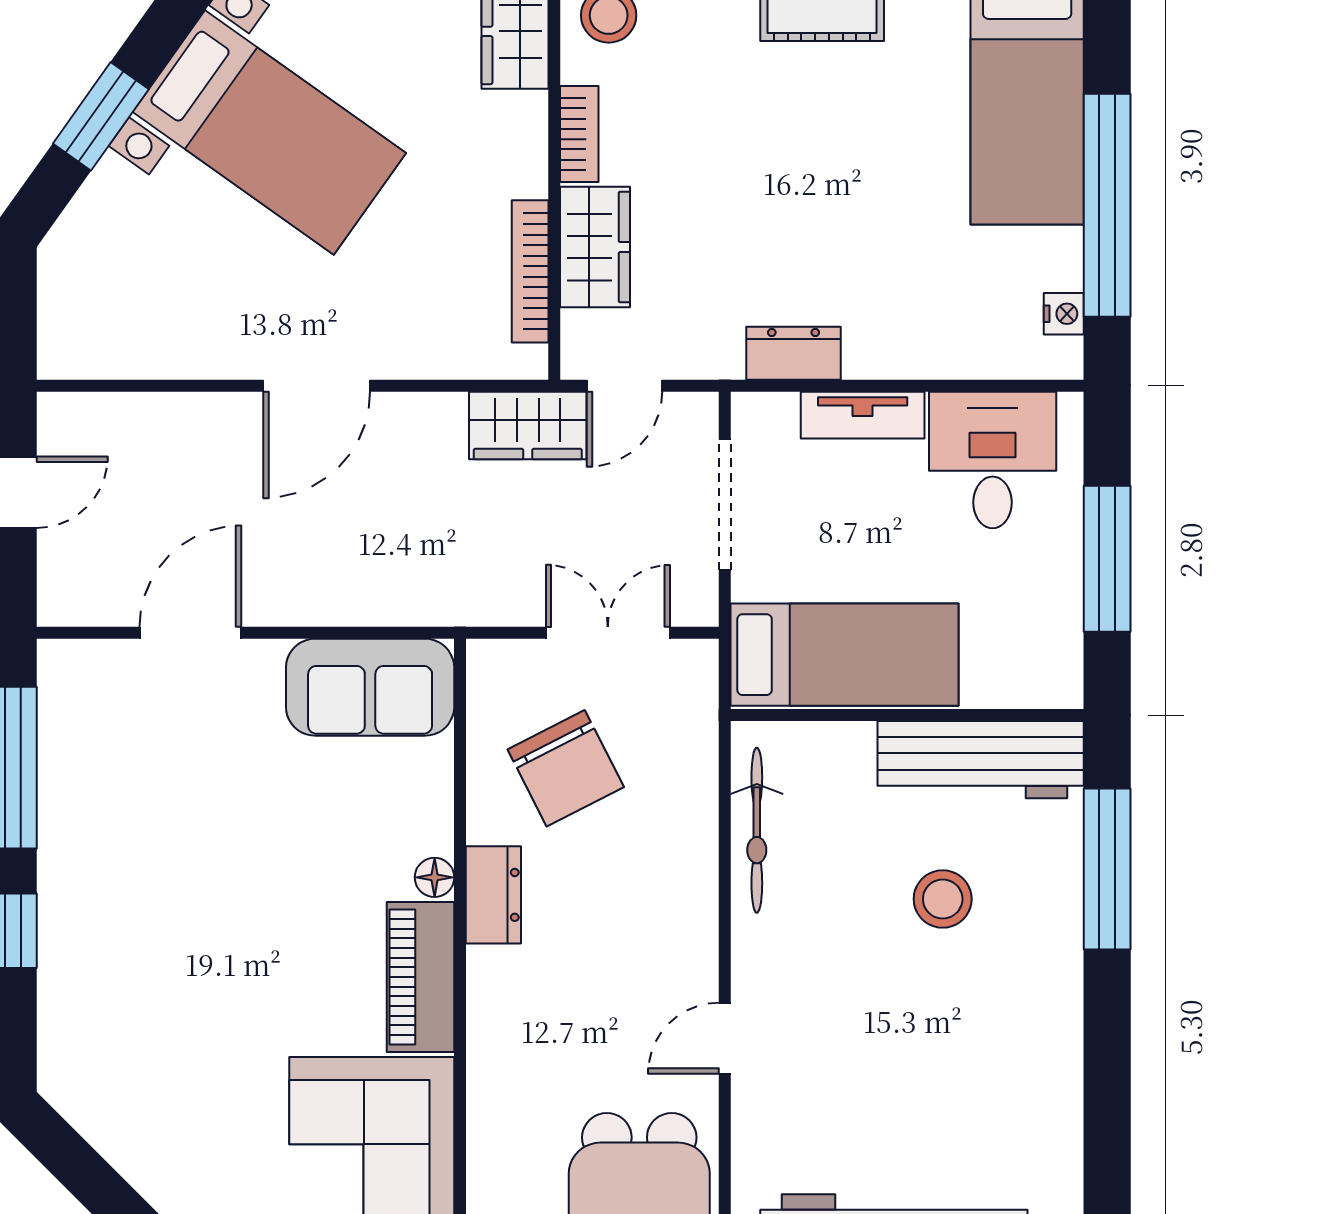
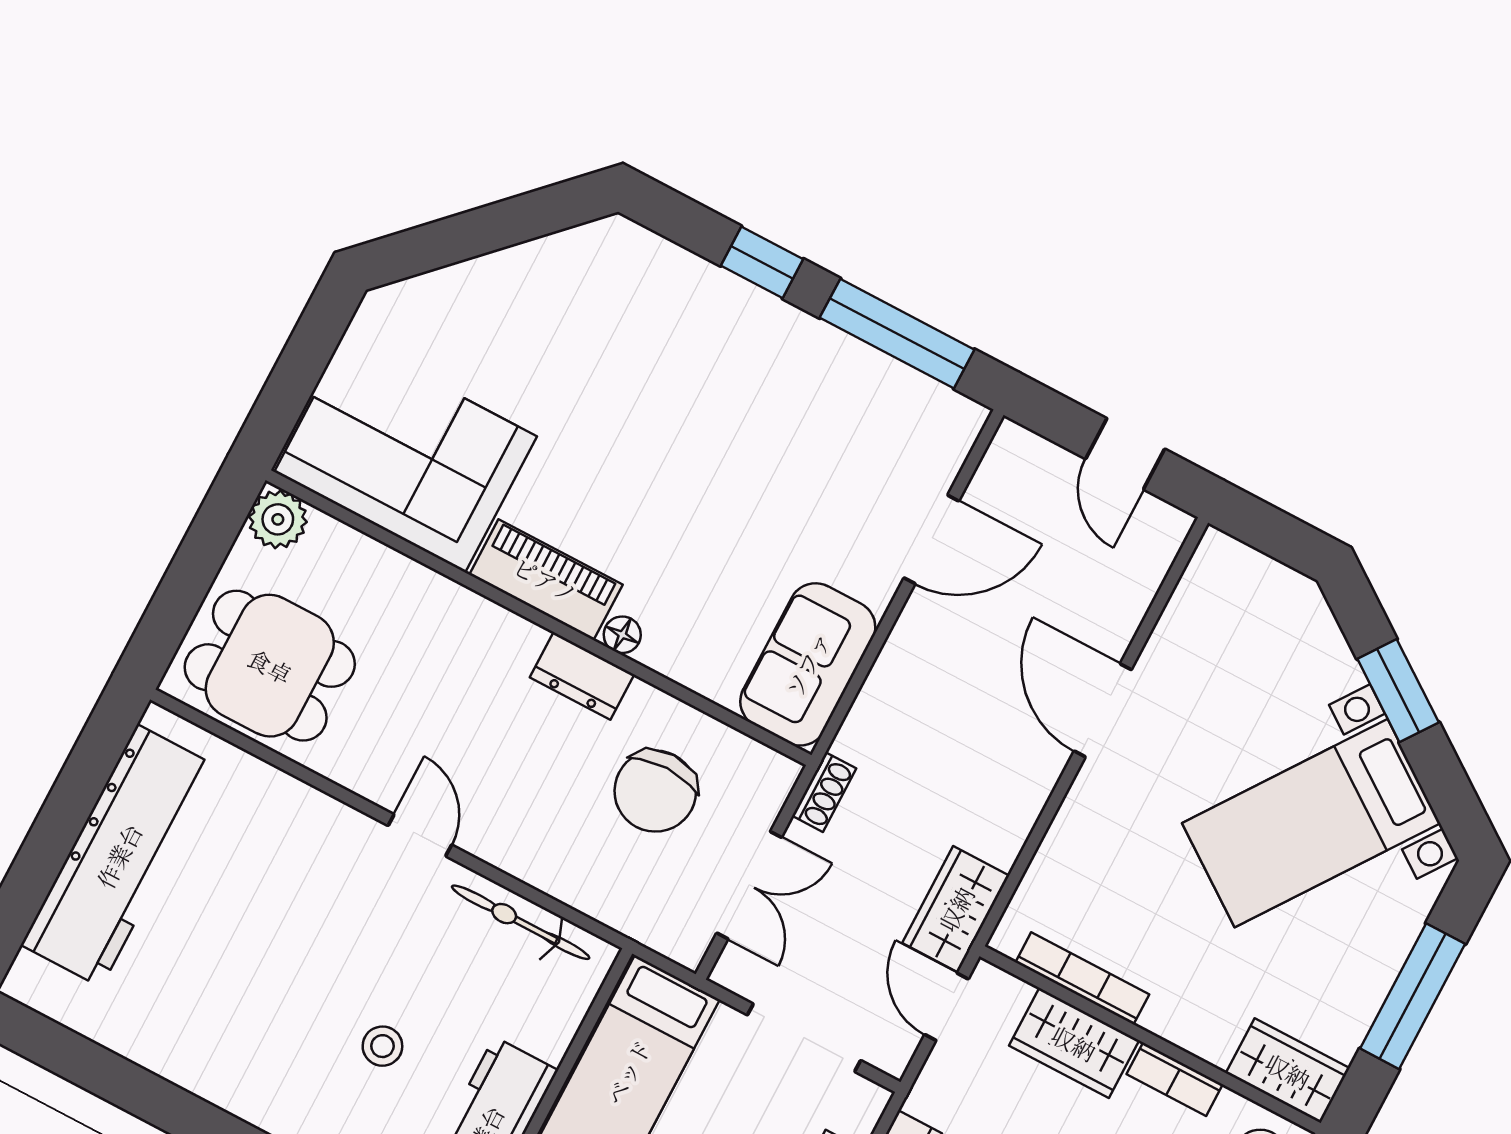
door: (317, 386) -> (1103, 710), moved
shoe rack: (483, 608) -> (824, 792), added
door: (190, 633) -> (931, 539), hinge flipped
chair: (566, 768) -> (655, 791), turned -63
stool: (943, 899) -> (382, 1046), width x0.73, depth x0.73
door: (725, 1038) -> (420, 835), moved

